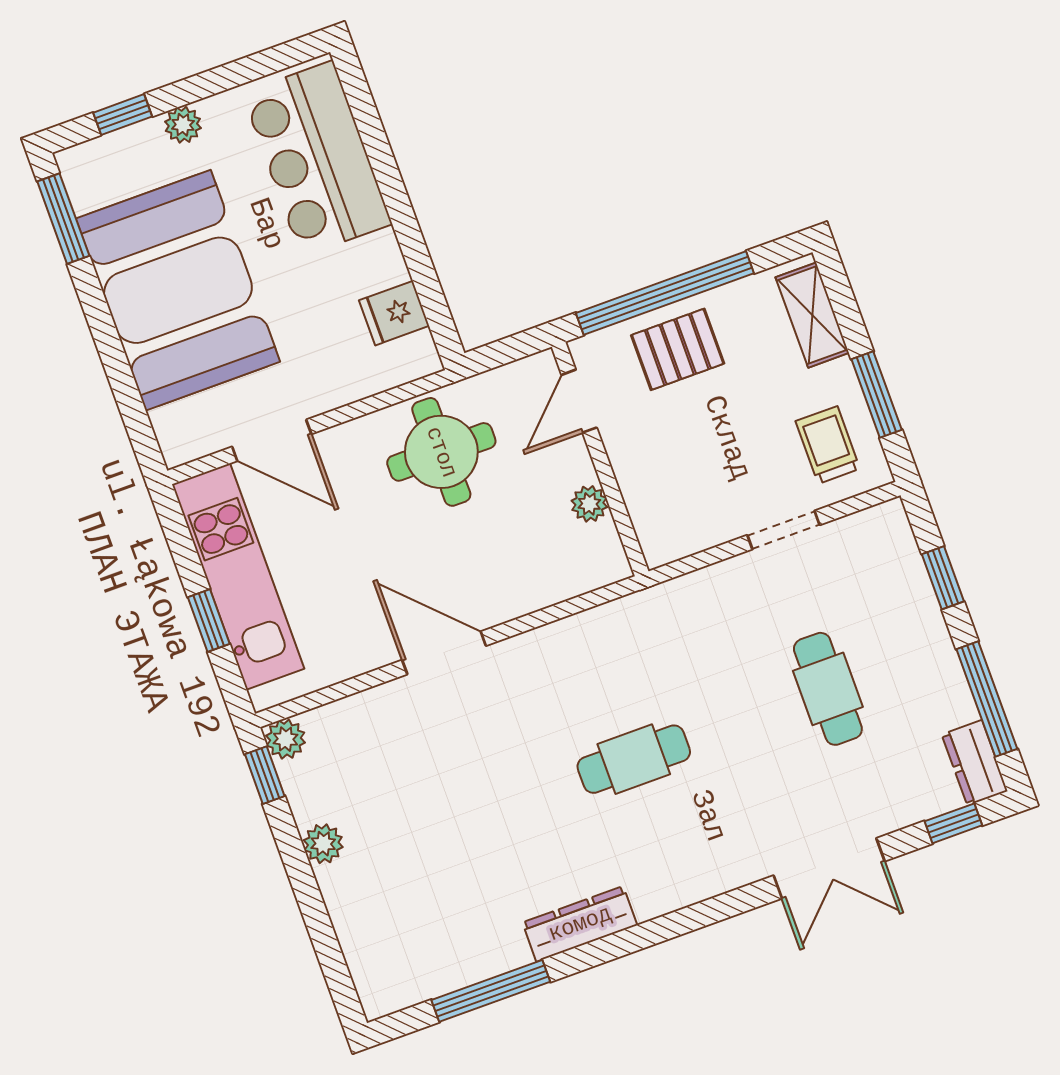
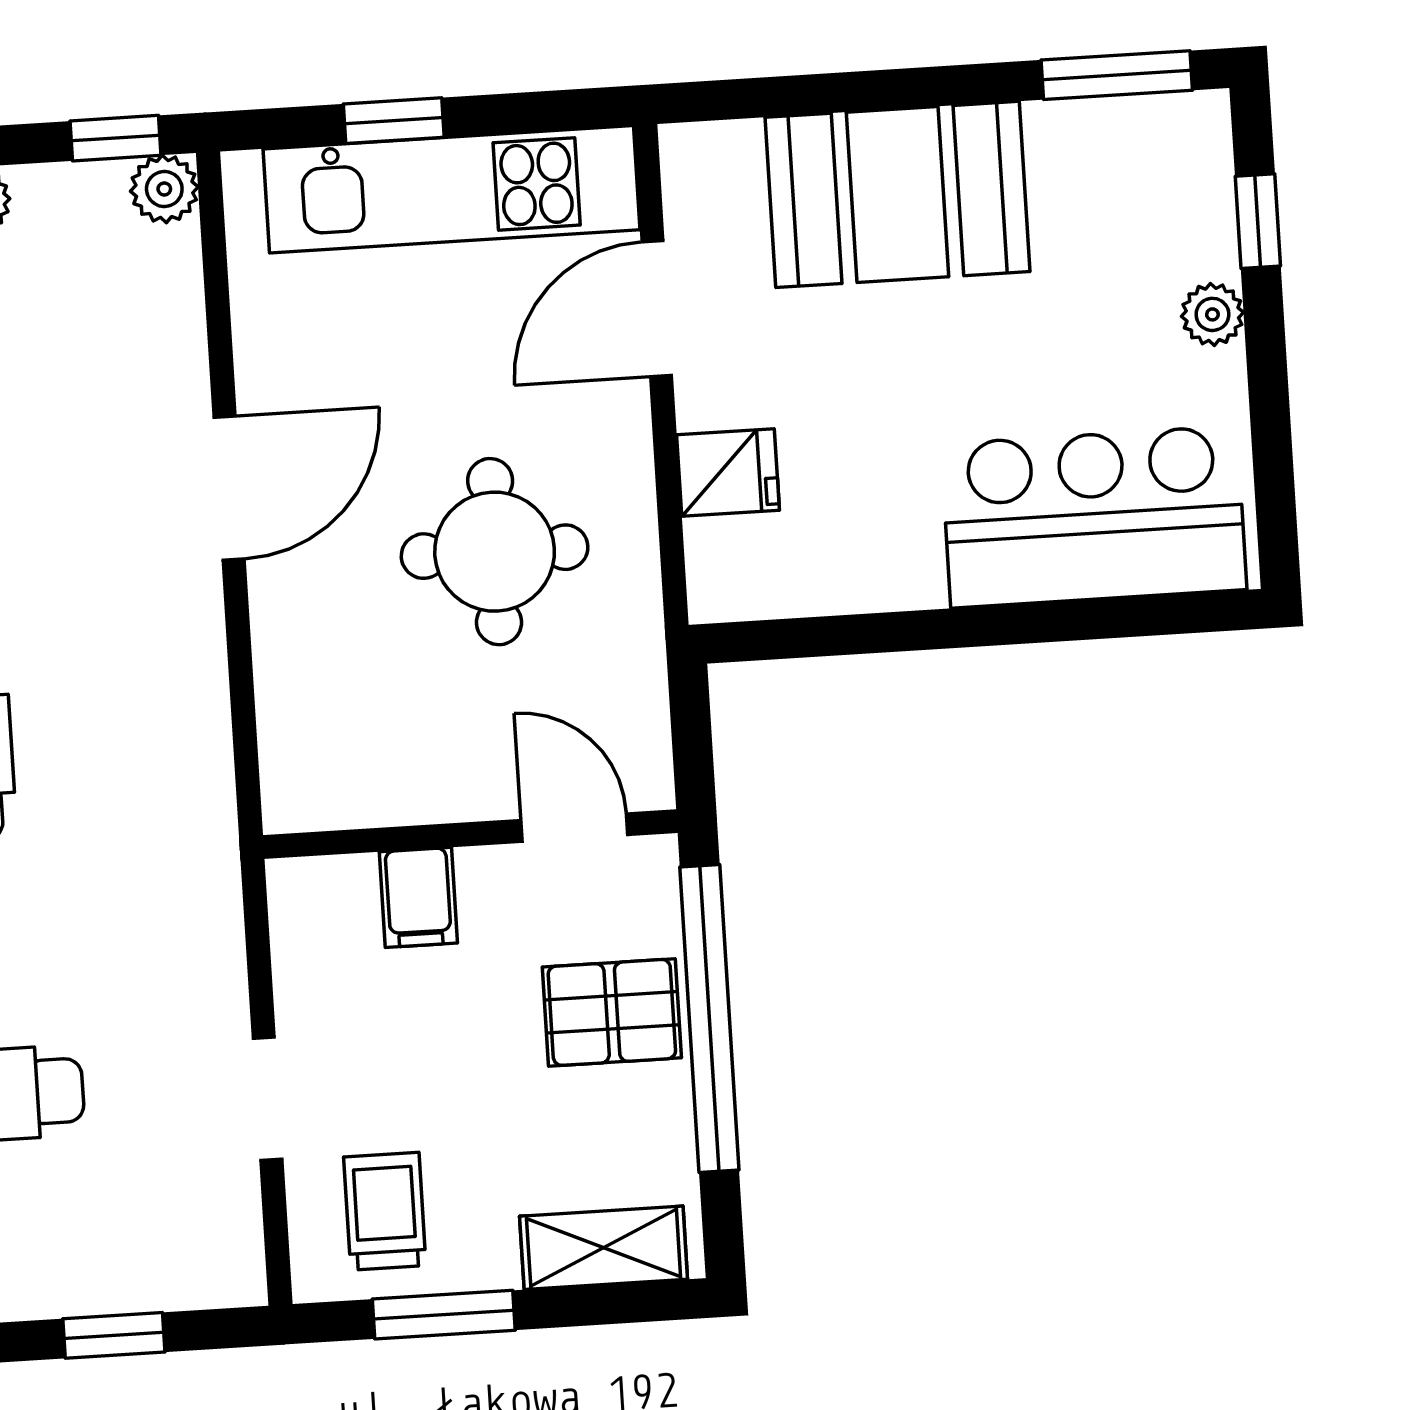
booth: (178, 290) -> (897, 194), width x0.73, depth x0.70
fridge: (394, 313) -> (728, 472), moved, turned 90
pallet: (678, 349) -> (612, 1012), turned 90
trolley: (828, 445) -> (385, 1211), turned -90
round table: (441, 452) -> (495, 552), moved
filing cabinet: (645, 478) -> (418, 897), added
plant: (589, 504) -> (403, 795), removed

